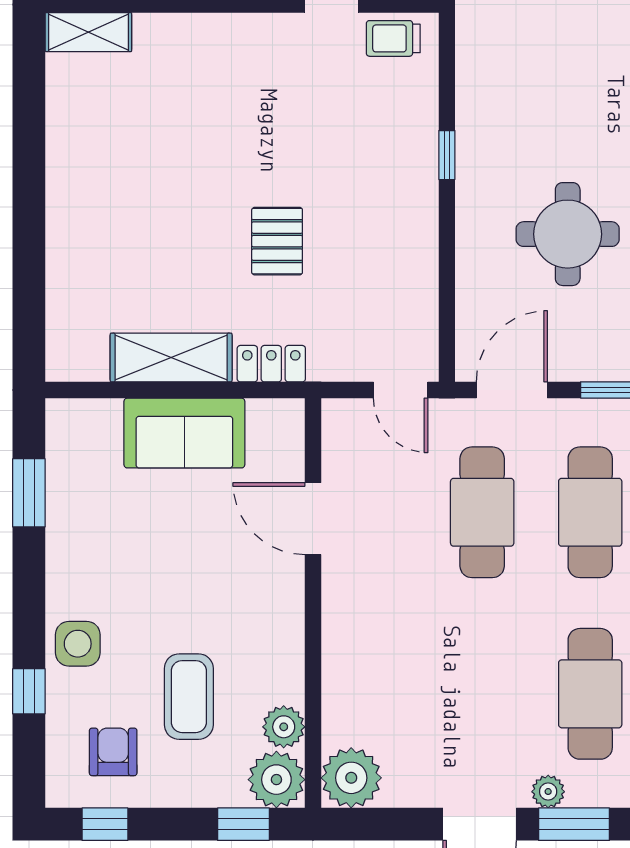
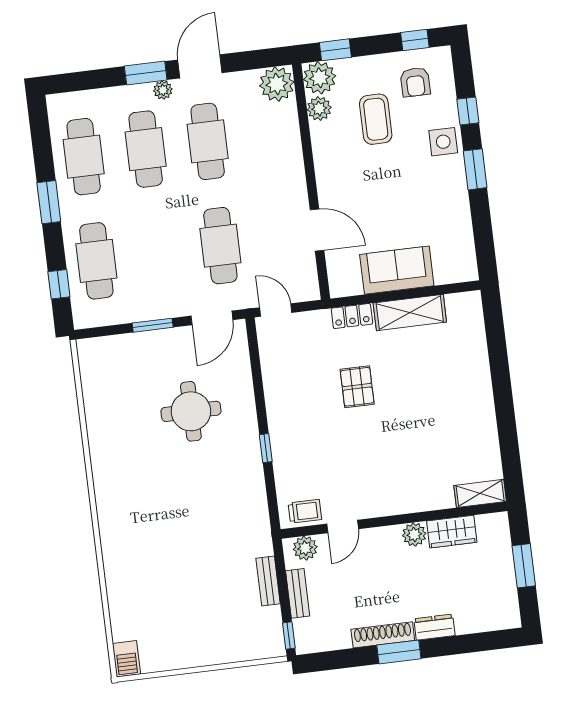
window: (29, 493) -> (475, 169), moved
cafe table: (590, 512) -> (208, 141), moved

